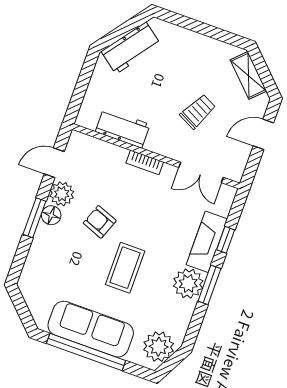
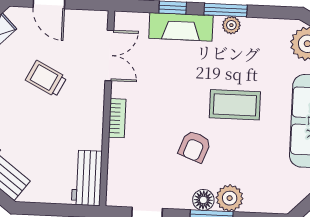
workbench: (123, 128) -> (87, 178), moved
plant: (62, 194) -> (230, 198), moved
plant: (188, 283) -> (231, 25), width x0.53, depth x0.53

